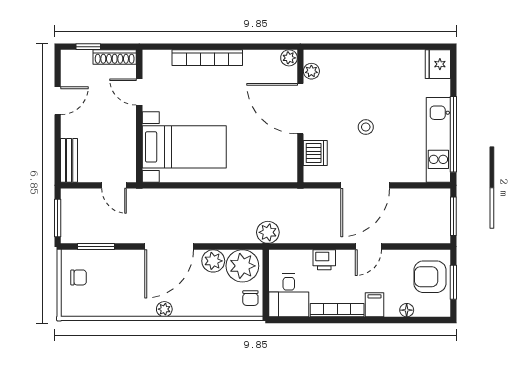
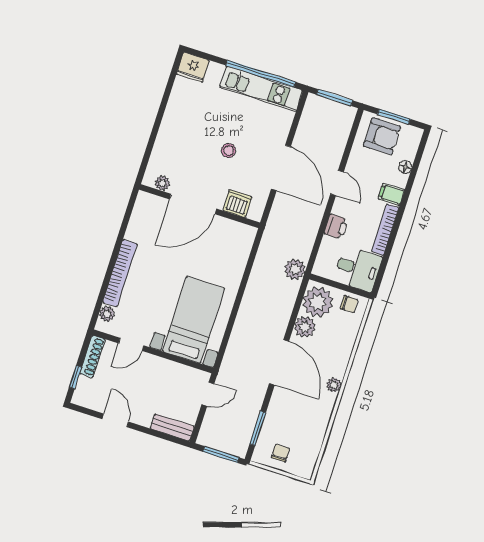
plant: (289, 58) -> (107, 314), moved
armchair: (430, 277) -> (382, 136), turned -90

